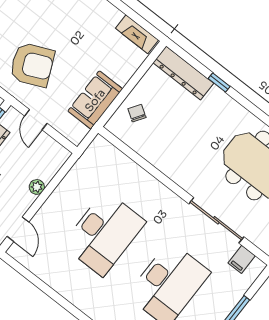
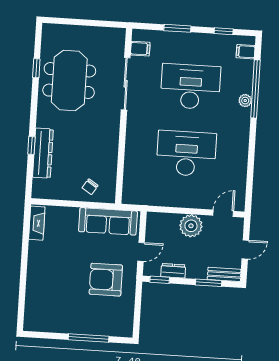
armchair: (32, 65) -> (106, 280), turned -66
dresser: (183, 73) -> (43, 153), moved
sofa: (95, 100) -> (108, 221), width x1.36
plant: (37, 187) -> (191, 226), width x1.88, depth x1.88

